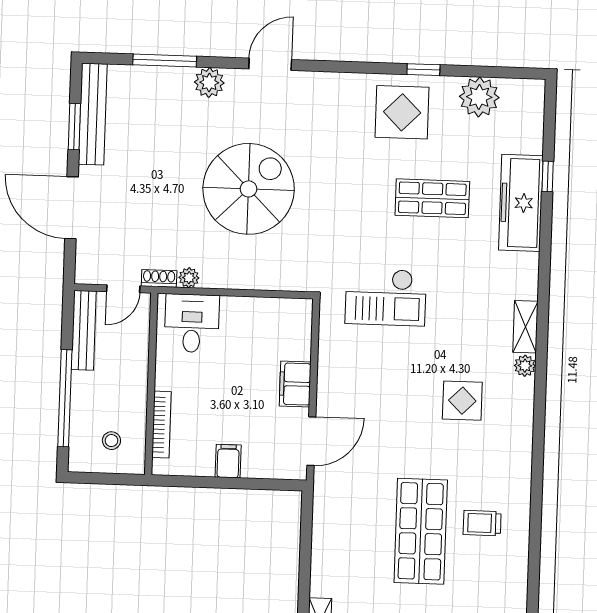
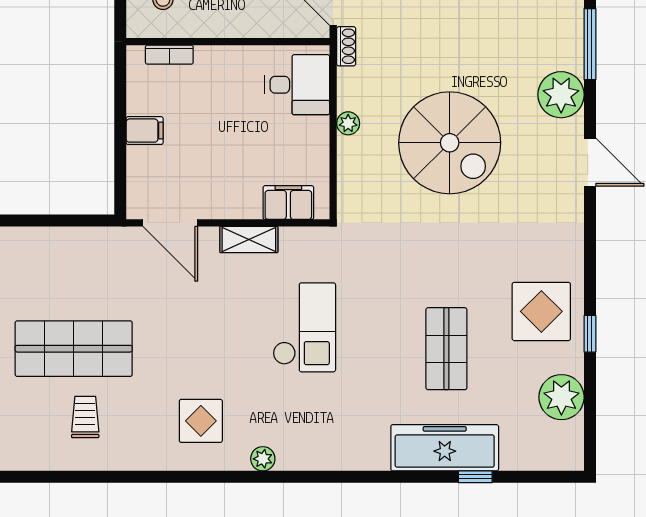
plant: (209, 82) -> (561, 95), width x1.36, depth x1.36
plant: (189, 278) -> (348, 123), moved
checkout: (386, 297) -> (304, 327), moved, turned 180
shelving: (525, 327) -> (249, 239), moved
filing cabinet: (295, 384) -> (288, 203), moved
display table: (462, 401) -> (201, 421), moved
bookcase: (161, 425) -> (169, 55), width x0.64

